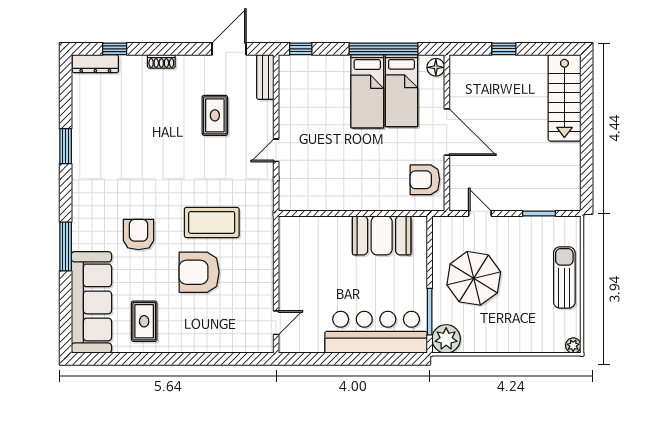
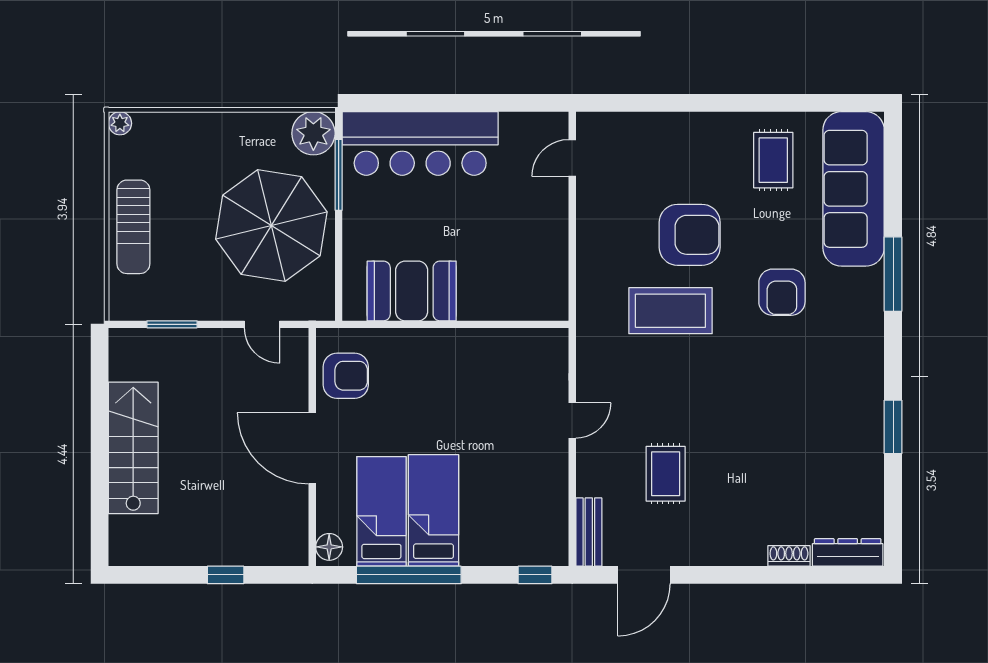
window: (115, 49) -> (818, 575), removed
shoe rack: (161, 61) -> (789, 556), moved
stairs: (564, 98) -> (133, 448), moved
parasol: (474, 278) -> (271, 226), width x1.36, depth x1.36

